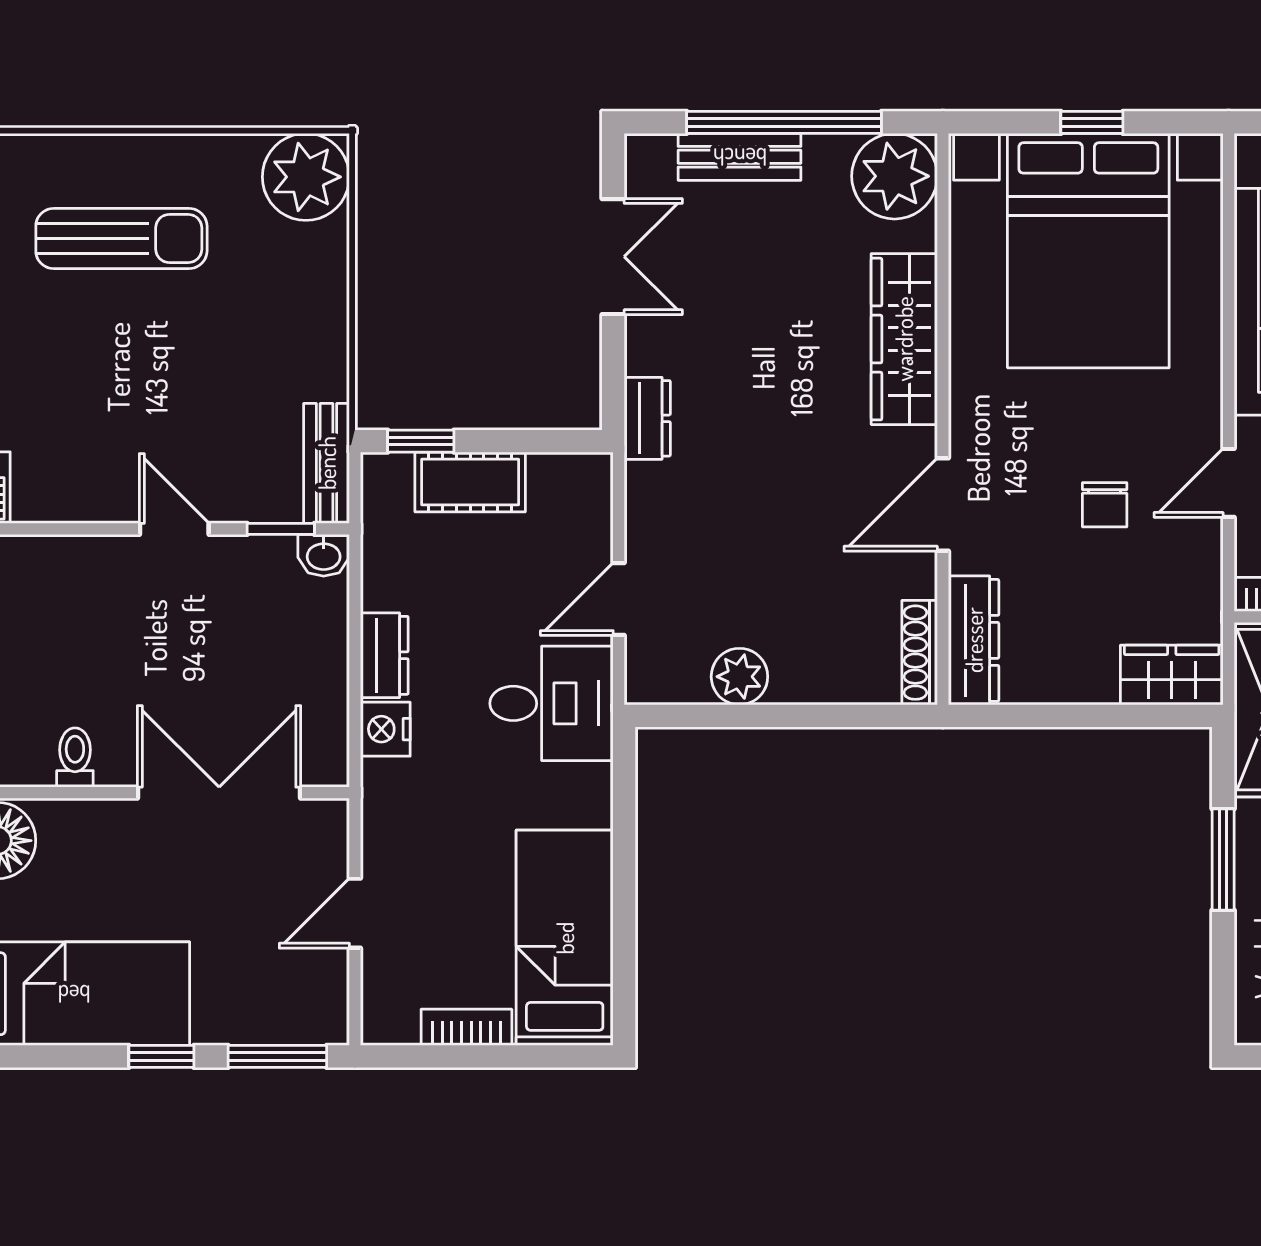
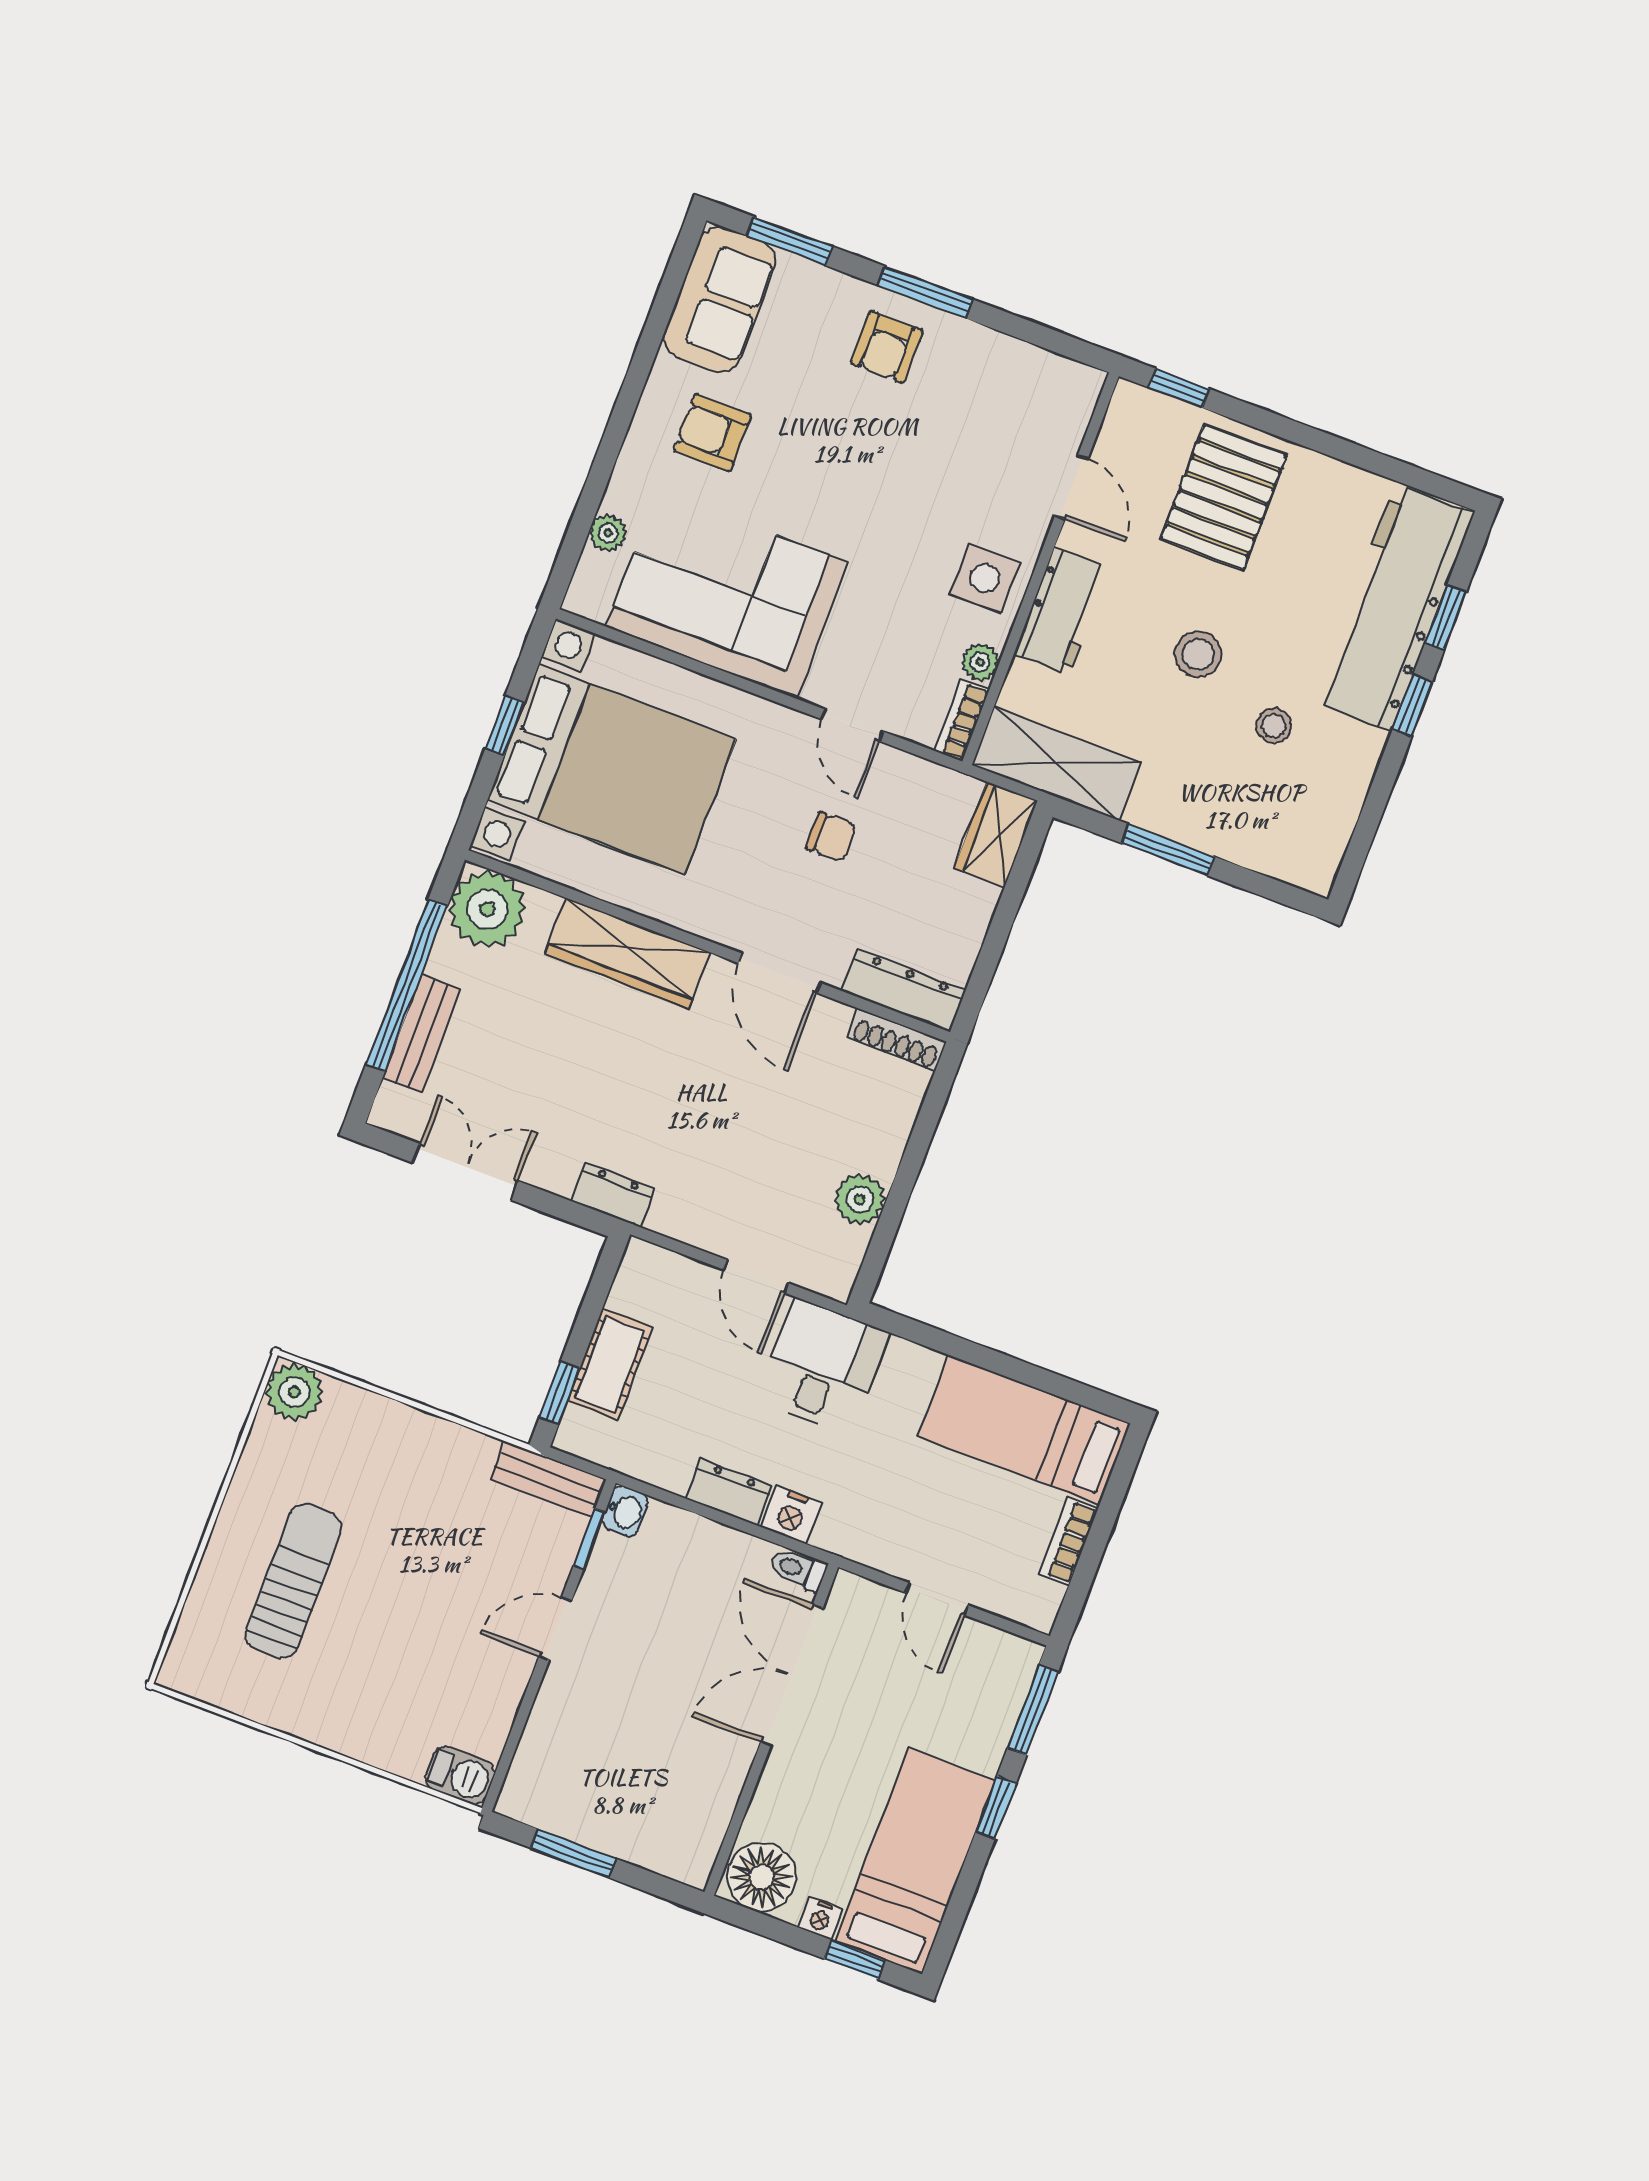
plant: (306, 177) -> (294, 1392), width x0.73, depth x0.73
toilet: (75, 757) -> (798, 1569), moved

